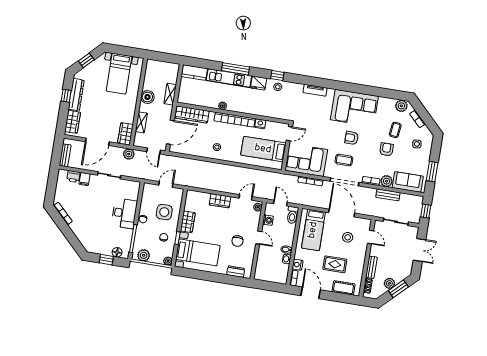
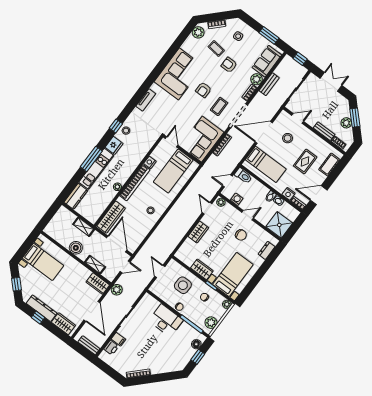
shower: (265, 271) -> (279, 225), added

